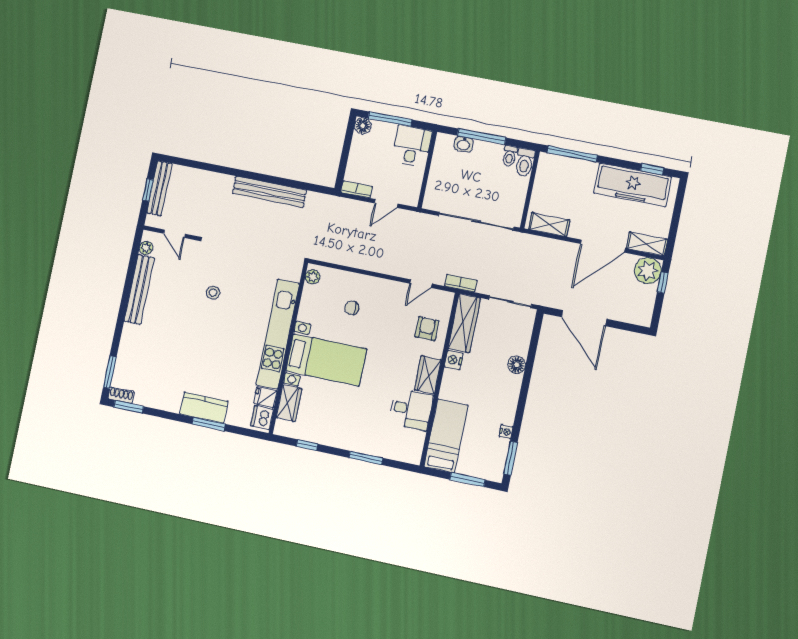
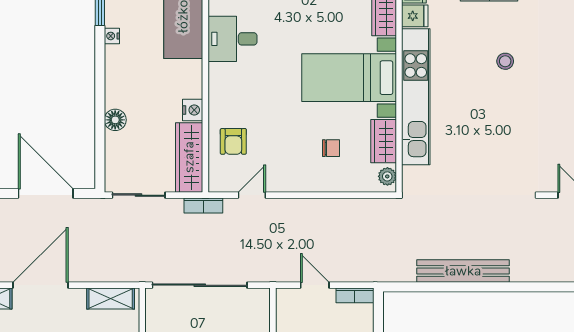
door: (386, 203) -> (315, 285), hinge flipped
stool: (213, 293) -> (505, 61), moved
wardrobe: (428, 375) -> (384, 141), moved, turned 180

